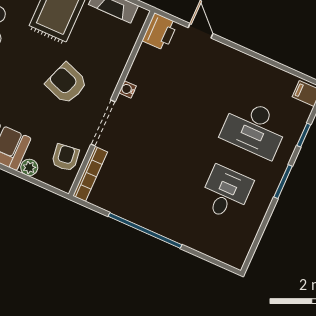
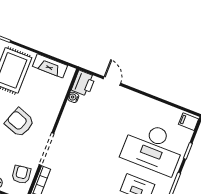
water cooler: (128, 89) -> (73, 97), moved
desk: (254, 128) -> (153, 148), width x1.36, depth x1.30

